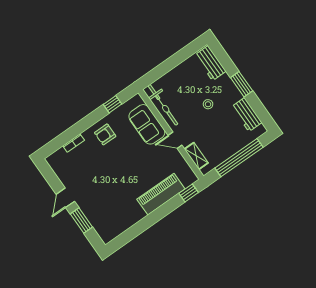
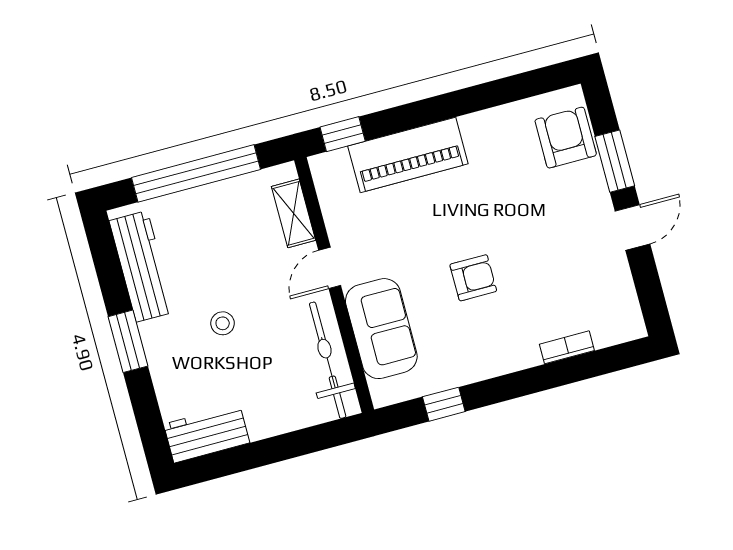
workbench: (210, 63) -> (207, 434), moved, turned -90
workbench: (247, 115) -> (142, 266), width x1.38
armchair: (105, 134) -> (473, 278), moved
door: (175, 140) -> (330, 268), swing flipped
armchair: (103, 223) -> (566, 138), added

